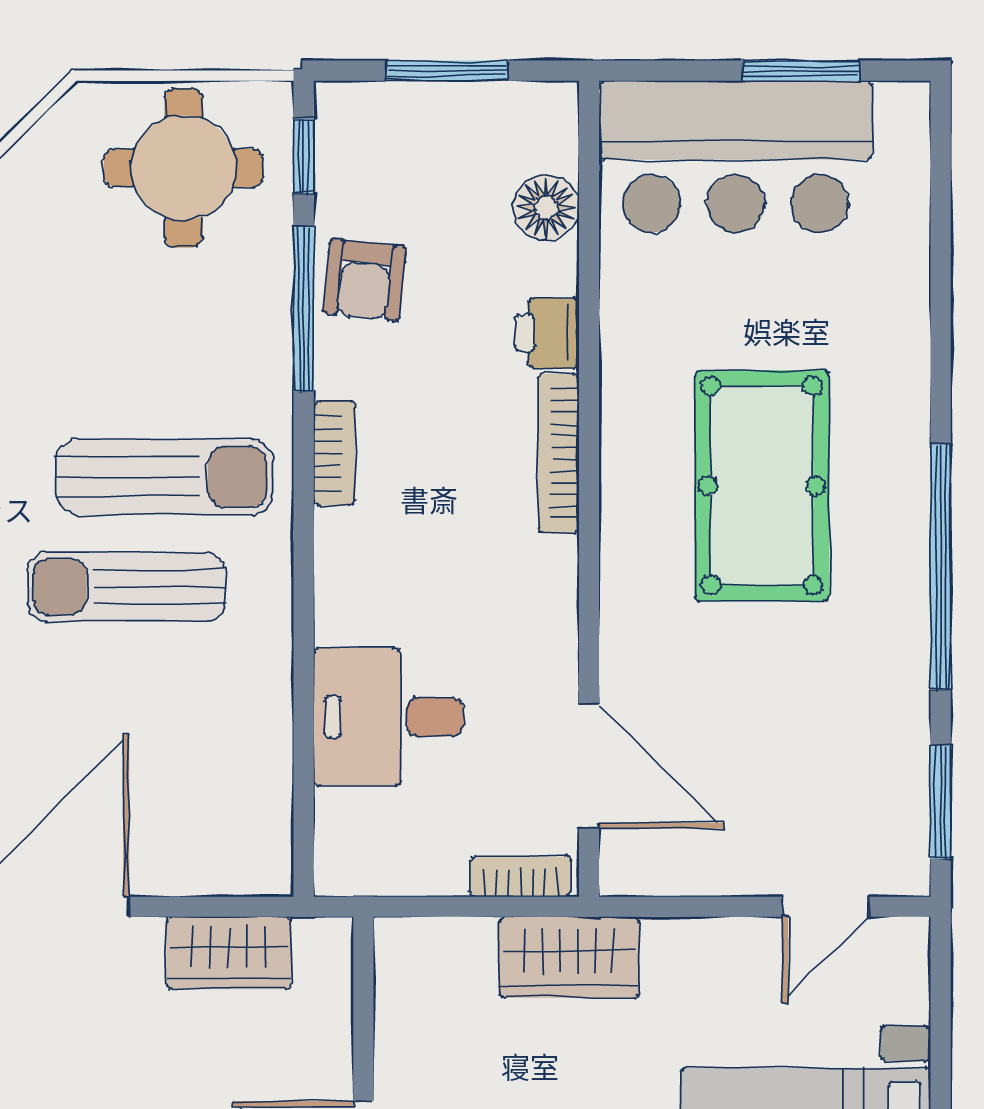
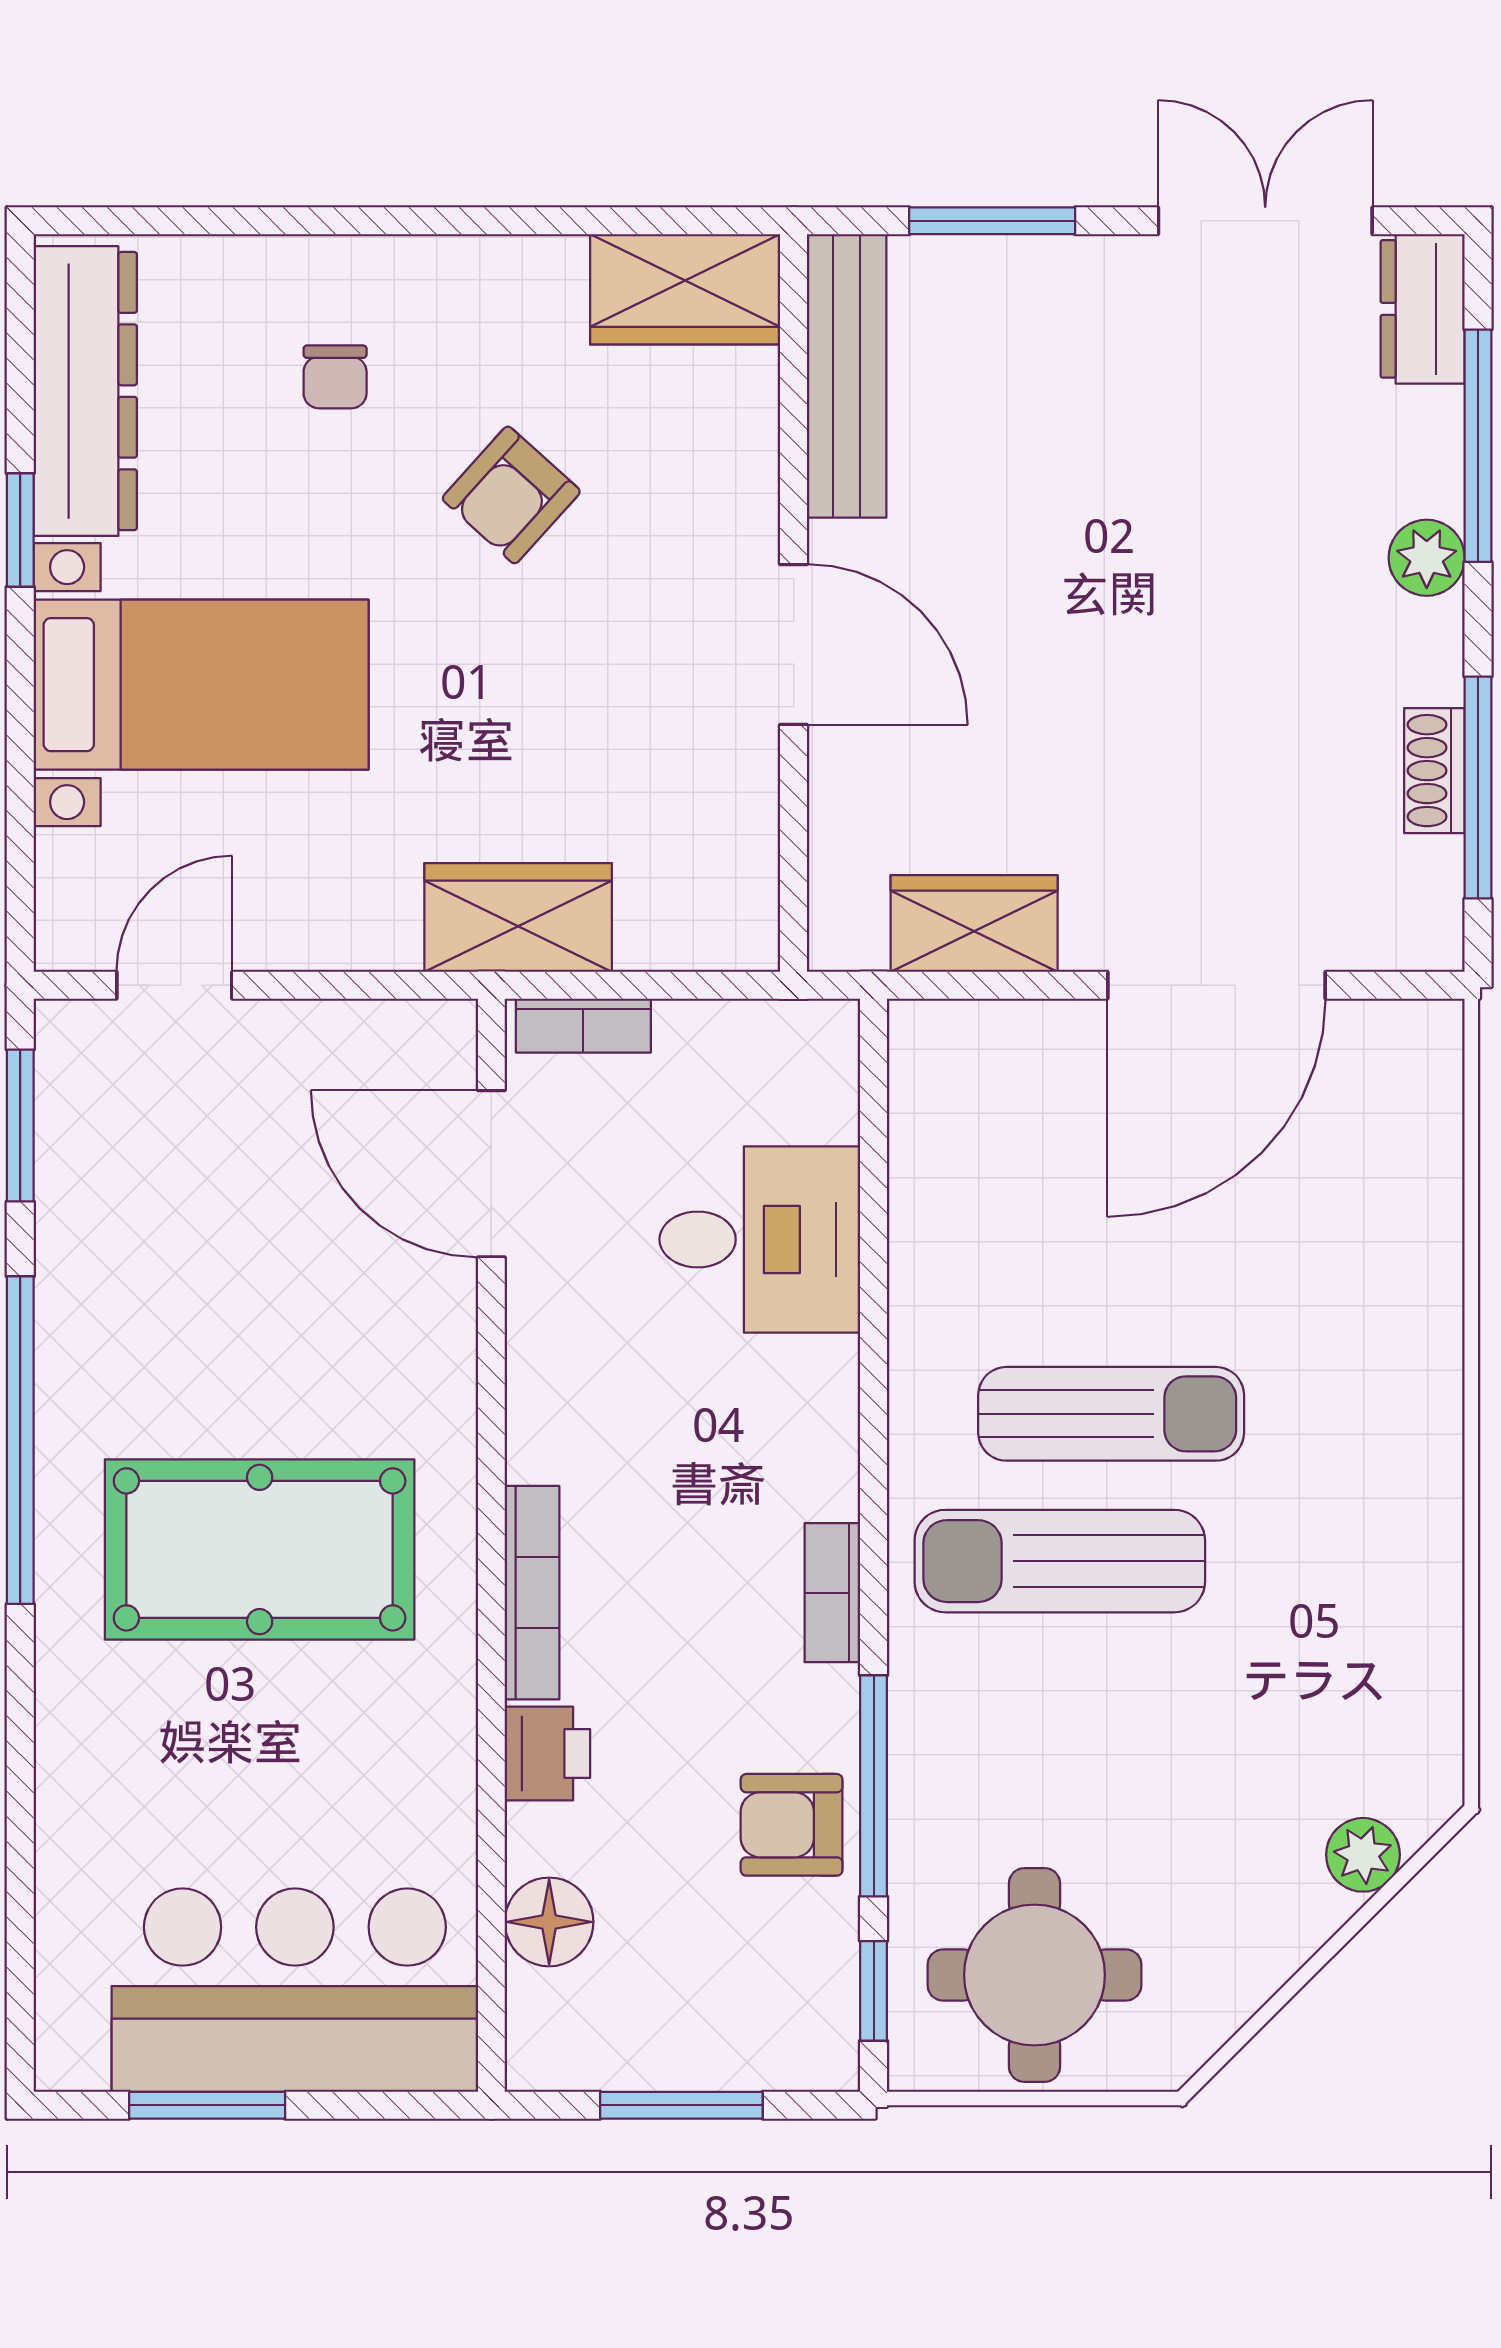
armchair: (365, 280) -> (792, 1825), turned -96
pool table: (762, 486) -> (260, 1549), turned 90

